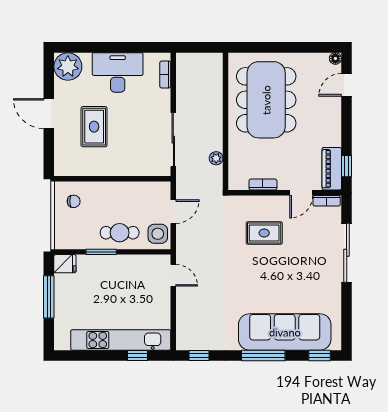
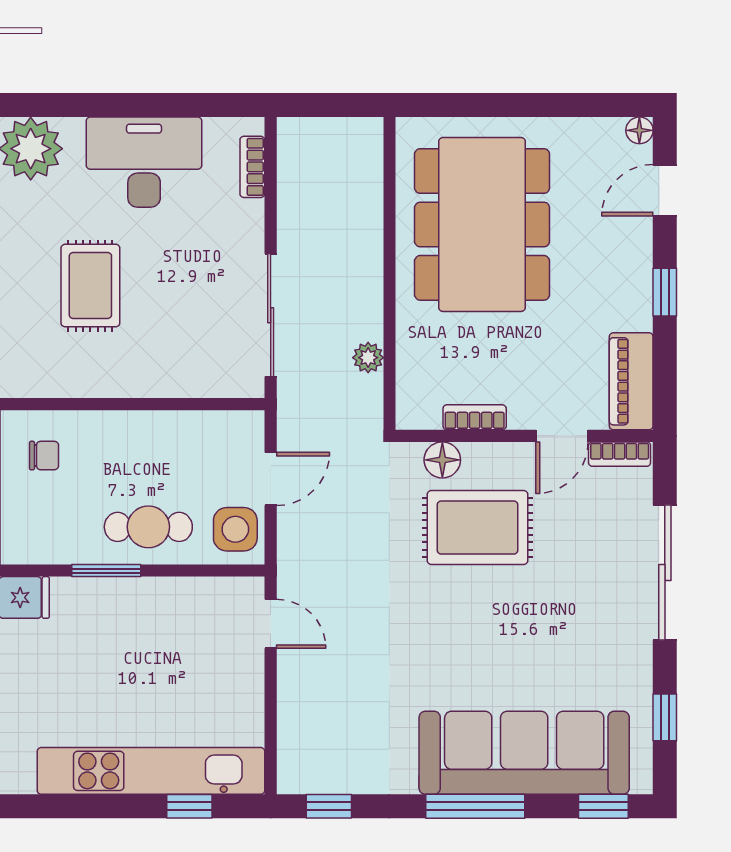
window: (347, 166) -> (665, 292), moved
floor lamp: (249, 203) -> (442, 460), added
rug: (264, 233) -> (477, 528), width x1.36, depth x1.43
window: (347, 316) -> (665, 717), added

